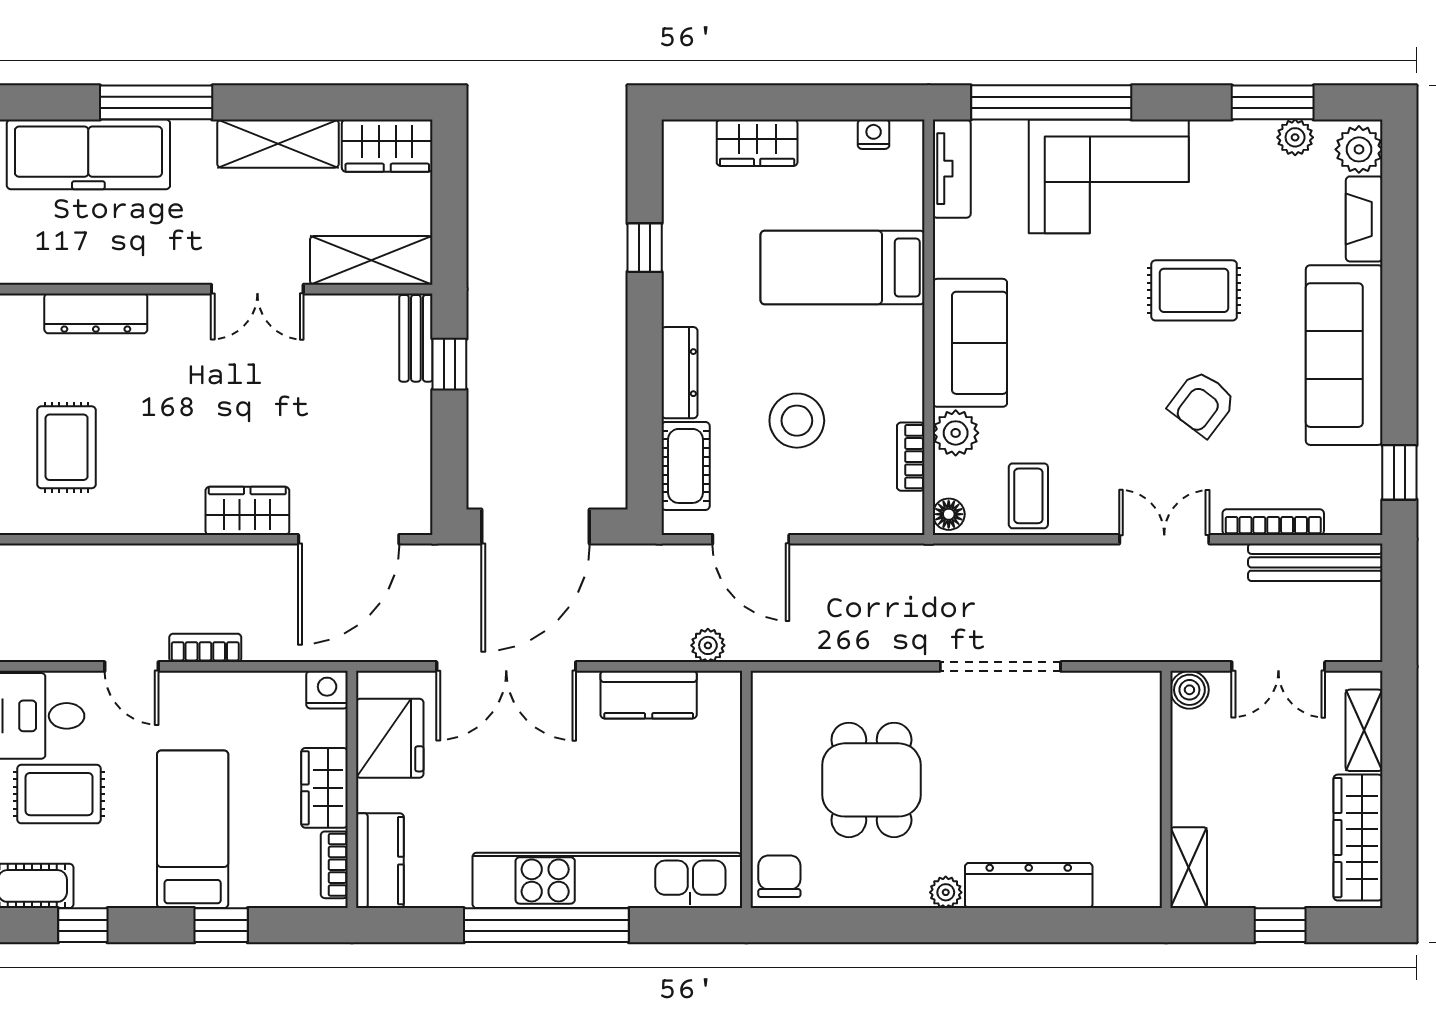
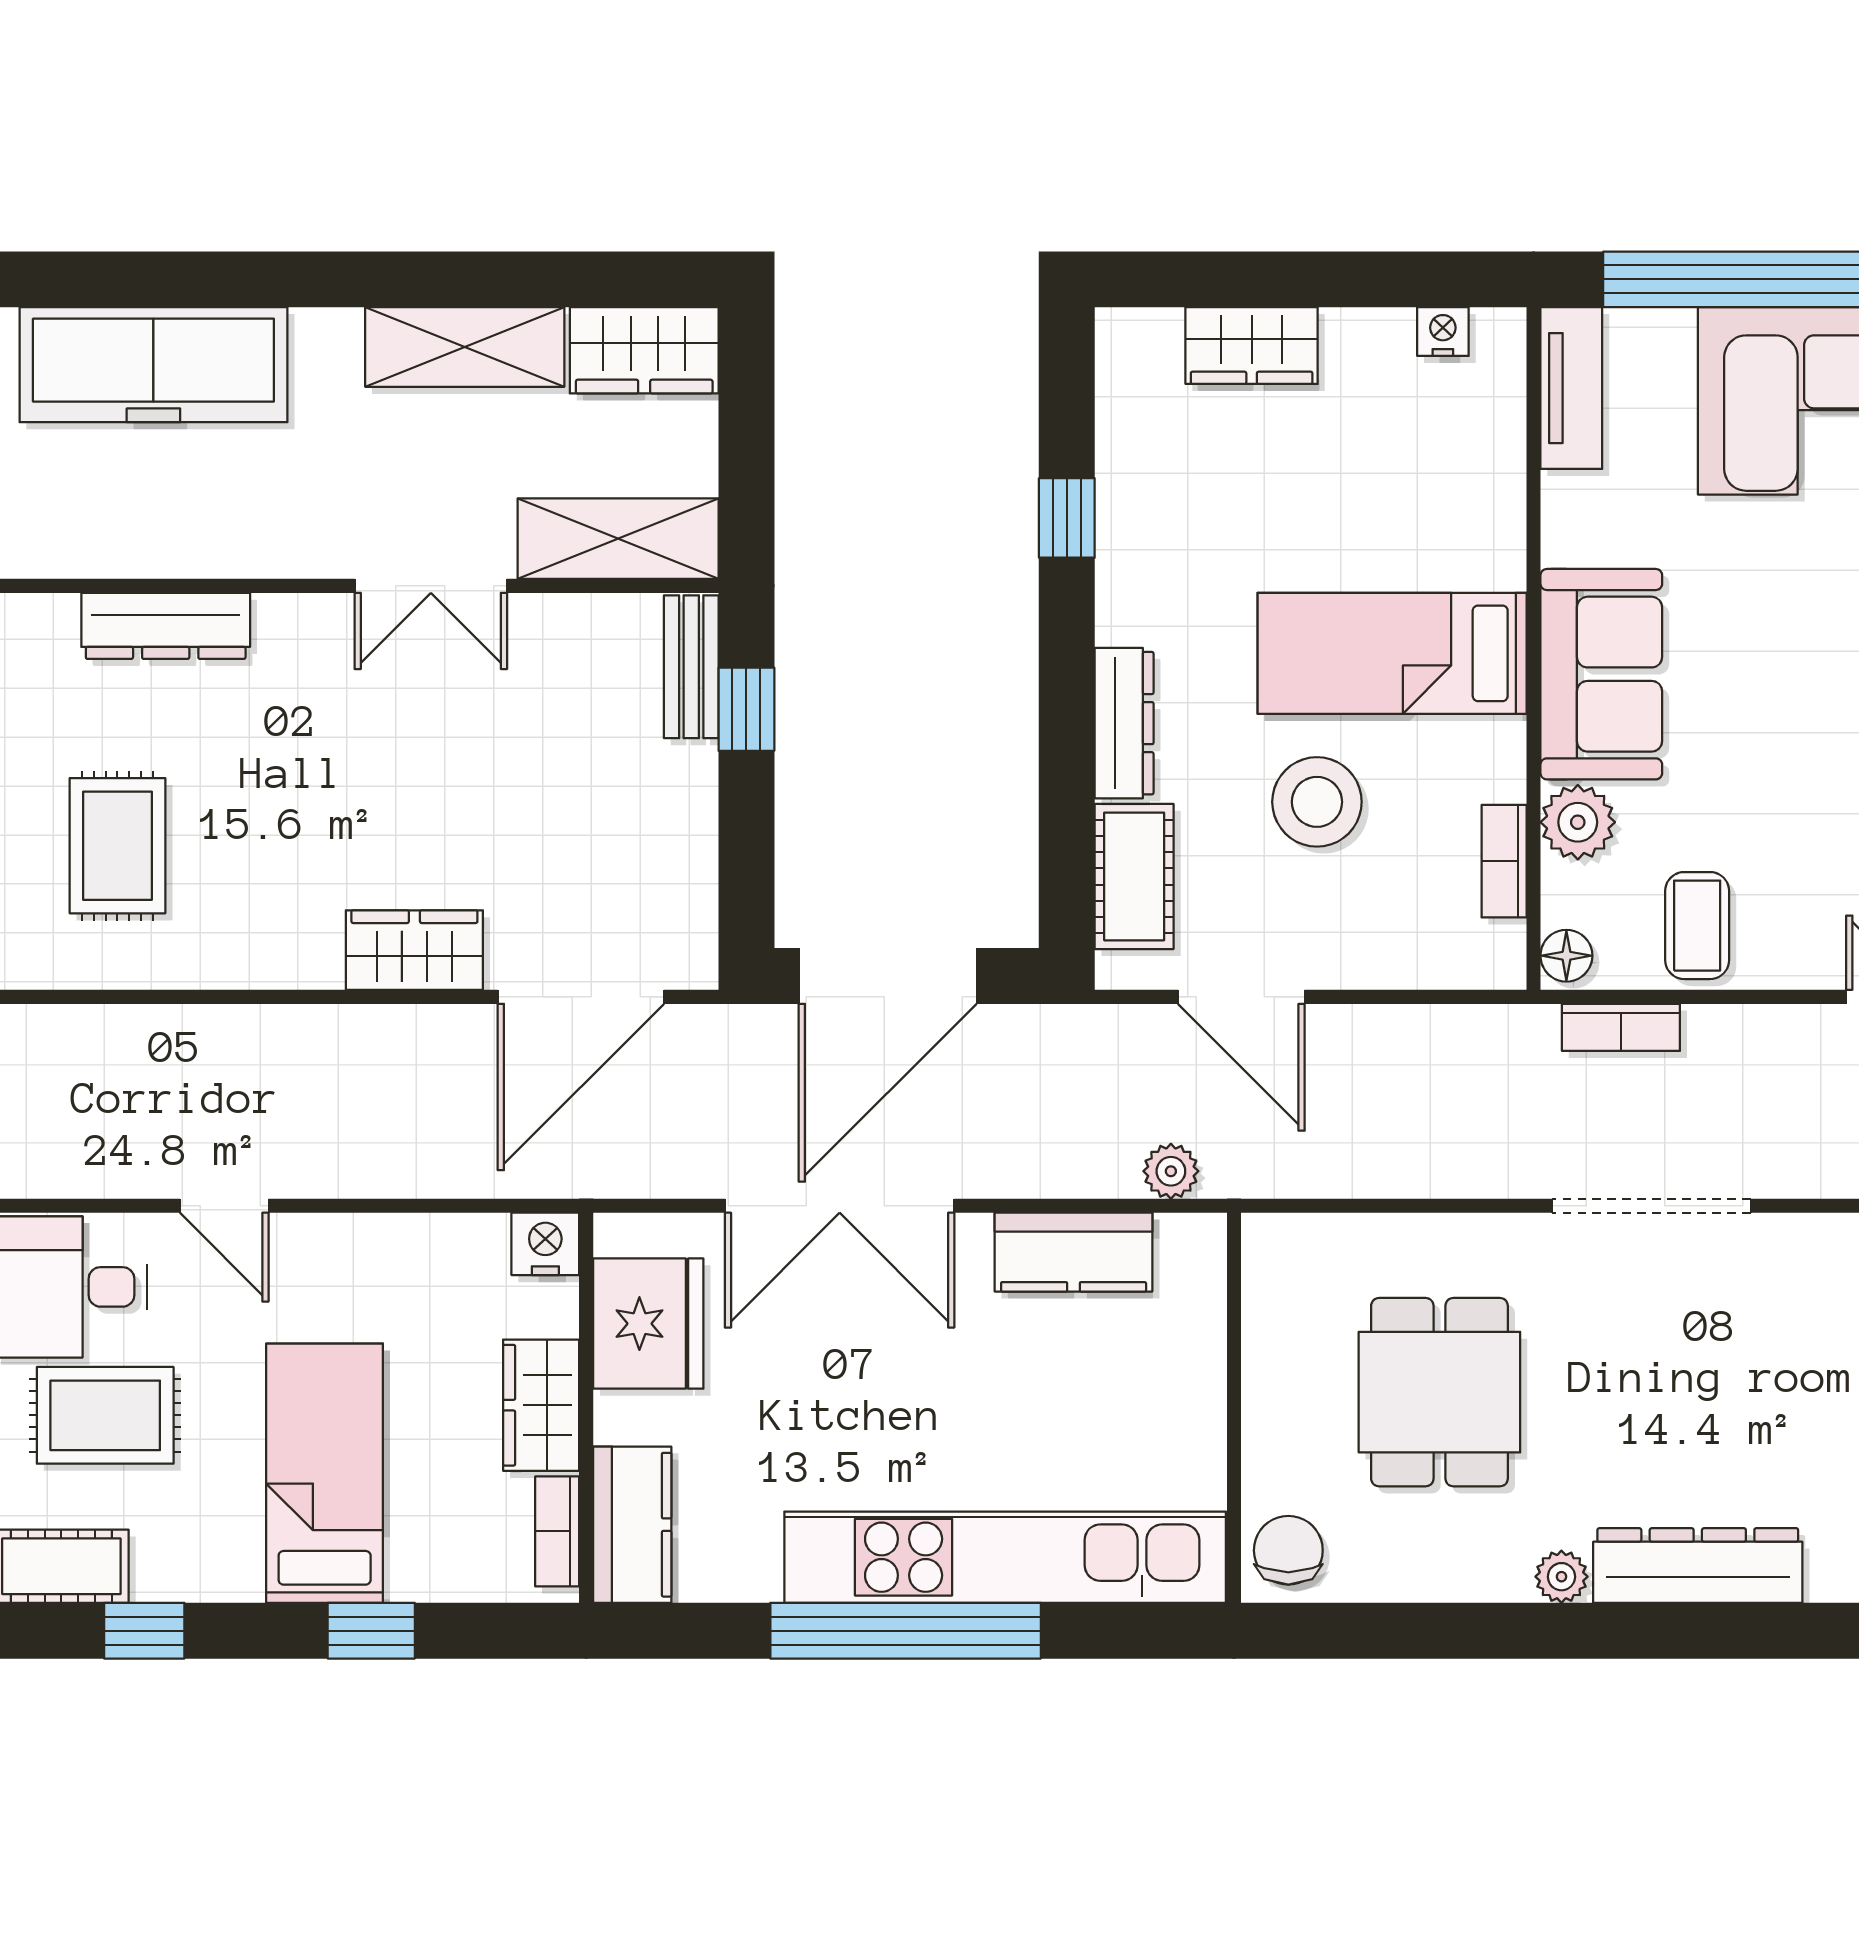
window: (156, 102) -> (265, 279), removed
bed: (843, 268) -> (1392, 653), moved
bookcase: (205, 648) -> (1621, 1027), moved, turned 180

